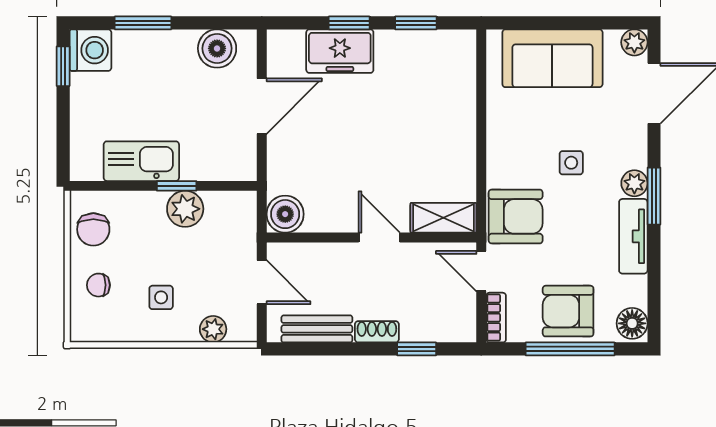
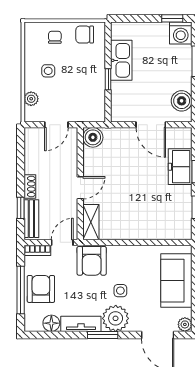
plant: (634, 183) -> (116, 318), width x1.88, depth x1.88
plant: (185, 209) -> (96, 84), removed
floor lamp: (632, 323) -> (51, 323), moved
bench: (317, 329) -> (31, 219), moved

